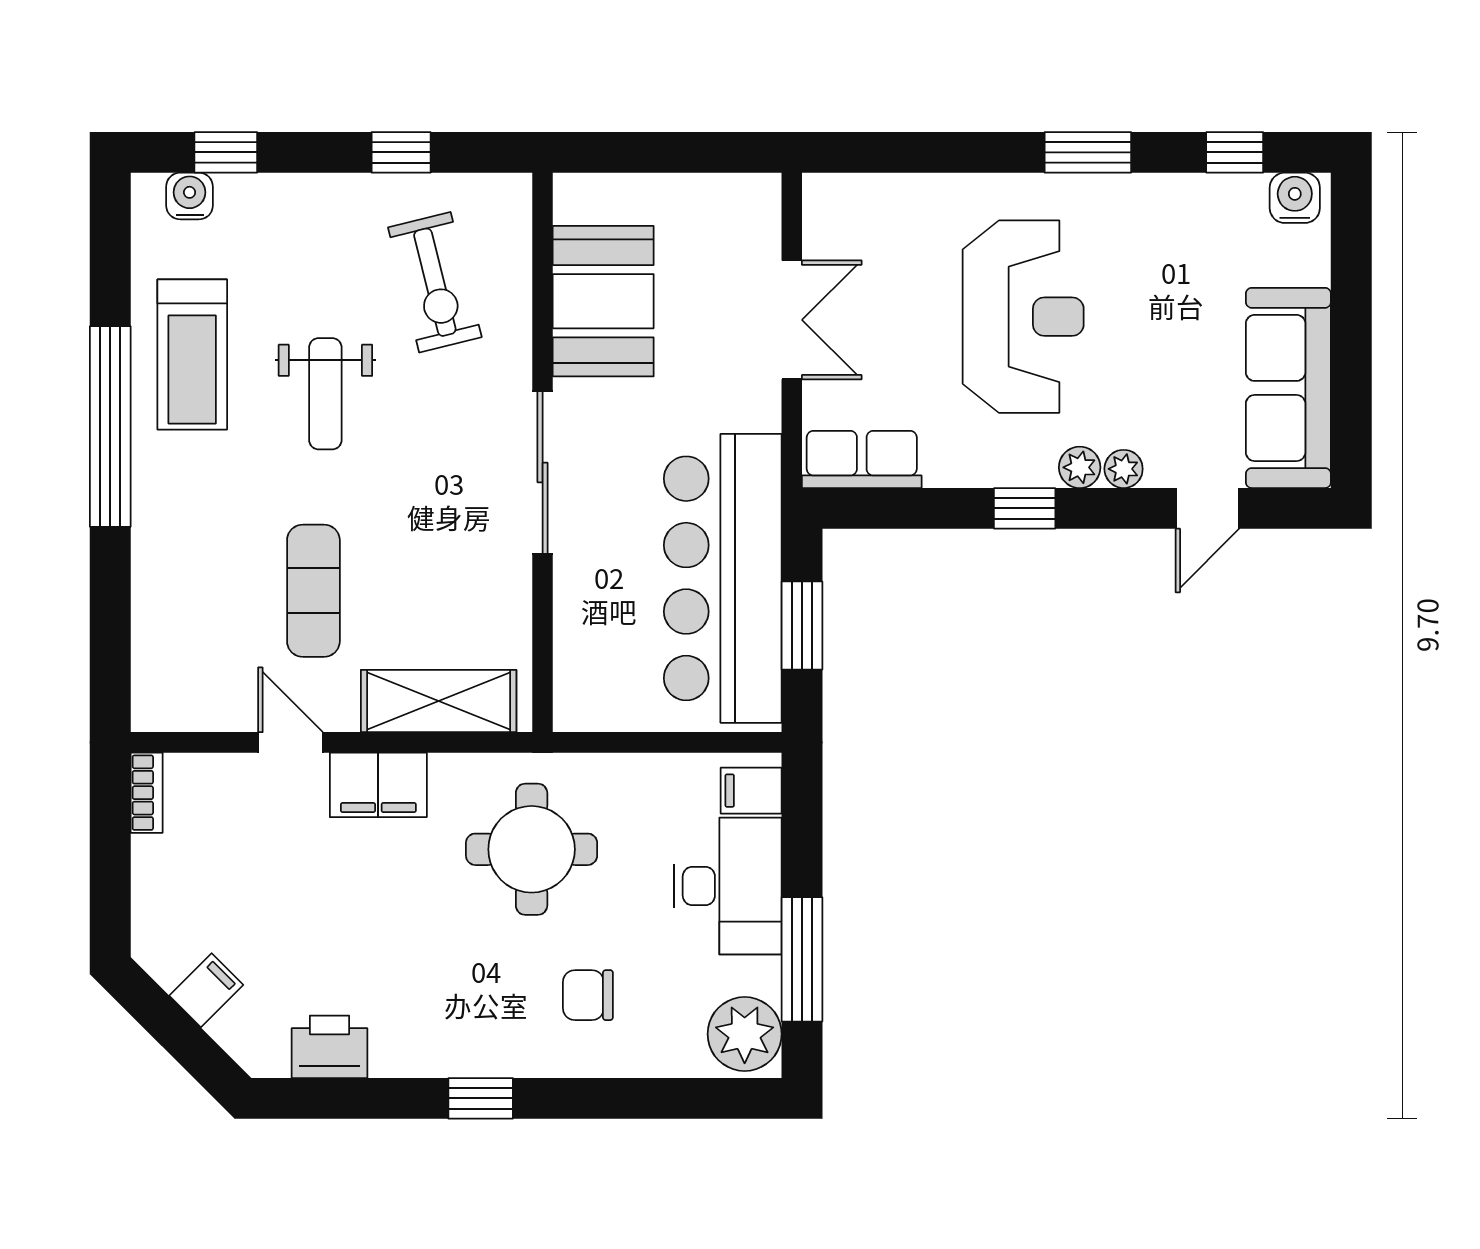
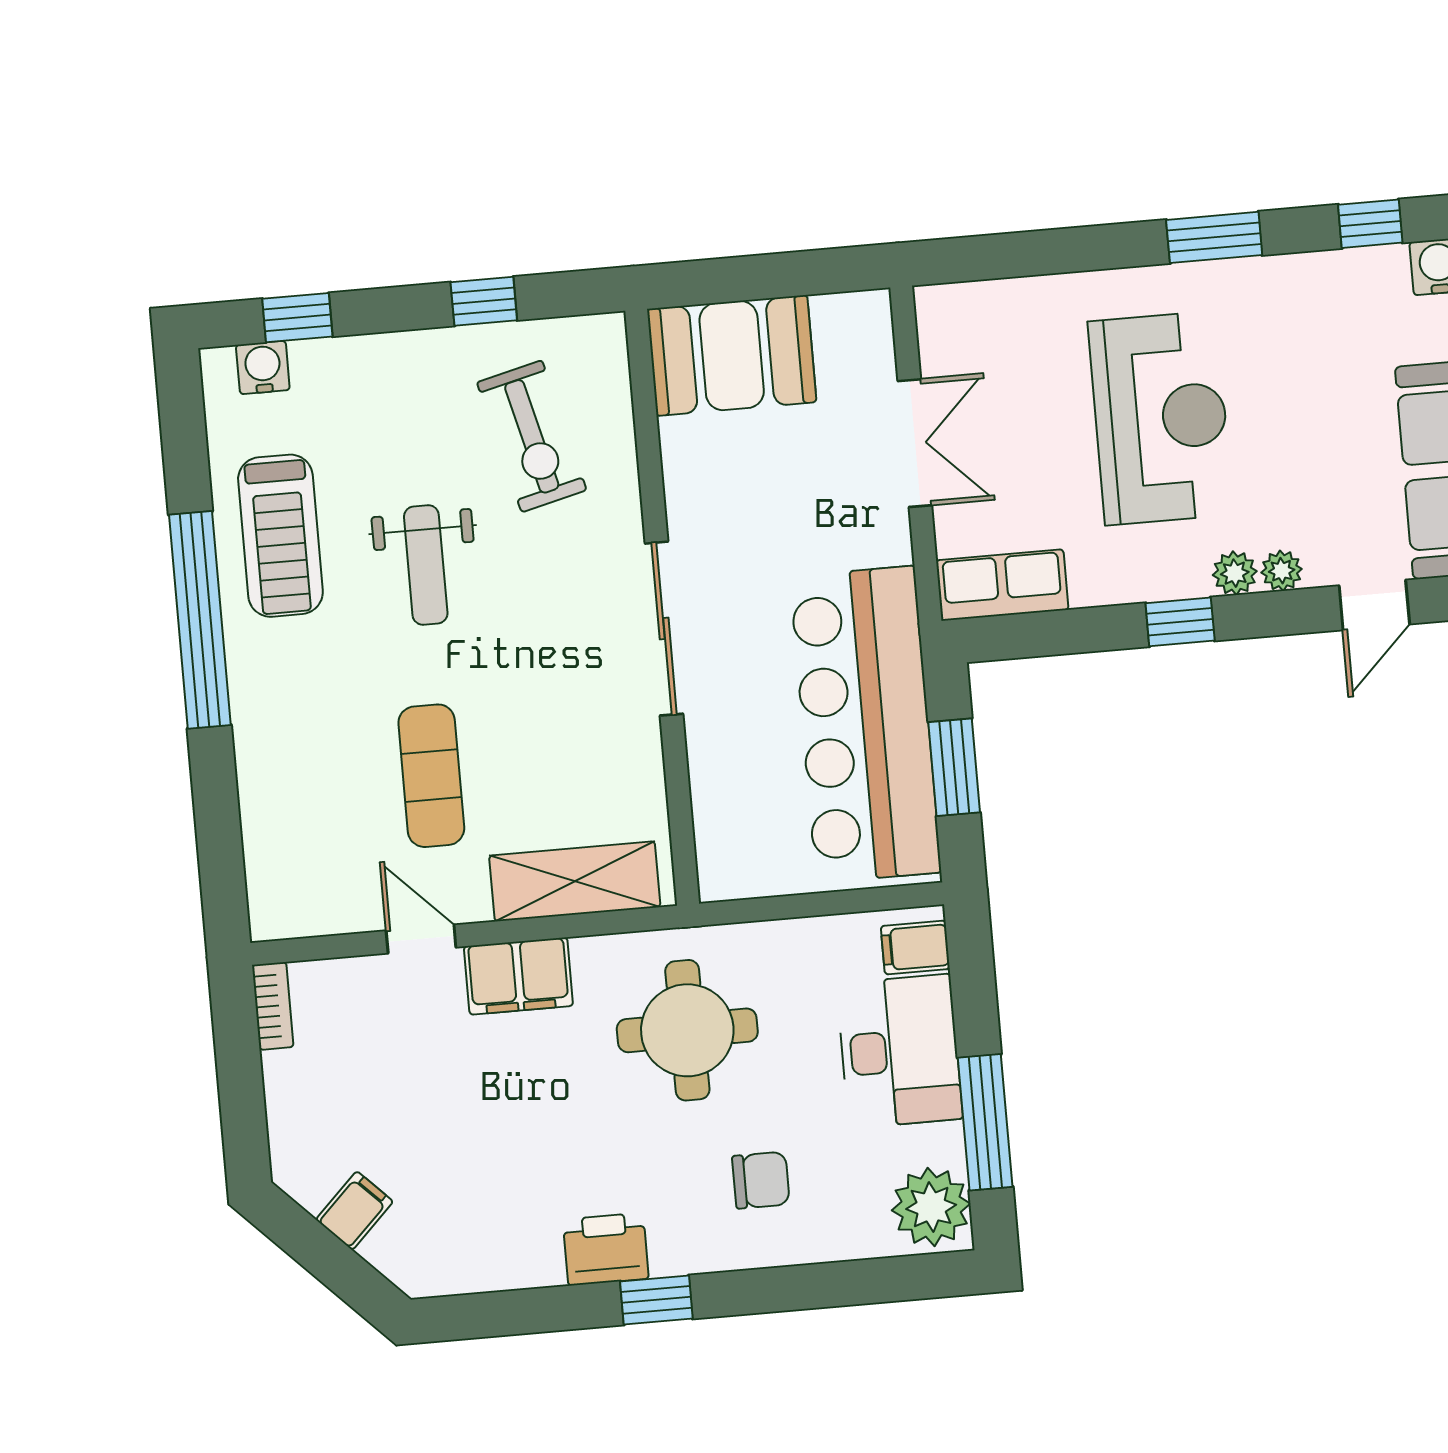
booth: (603, 301) -> (732, 356), moved, turned 90
chair: (588, 995) -> (761, 1180), turned 180
printer: (329, 1047) -> (606, 1249), moved

